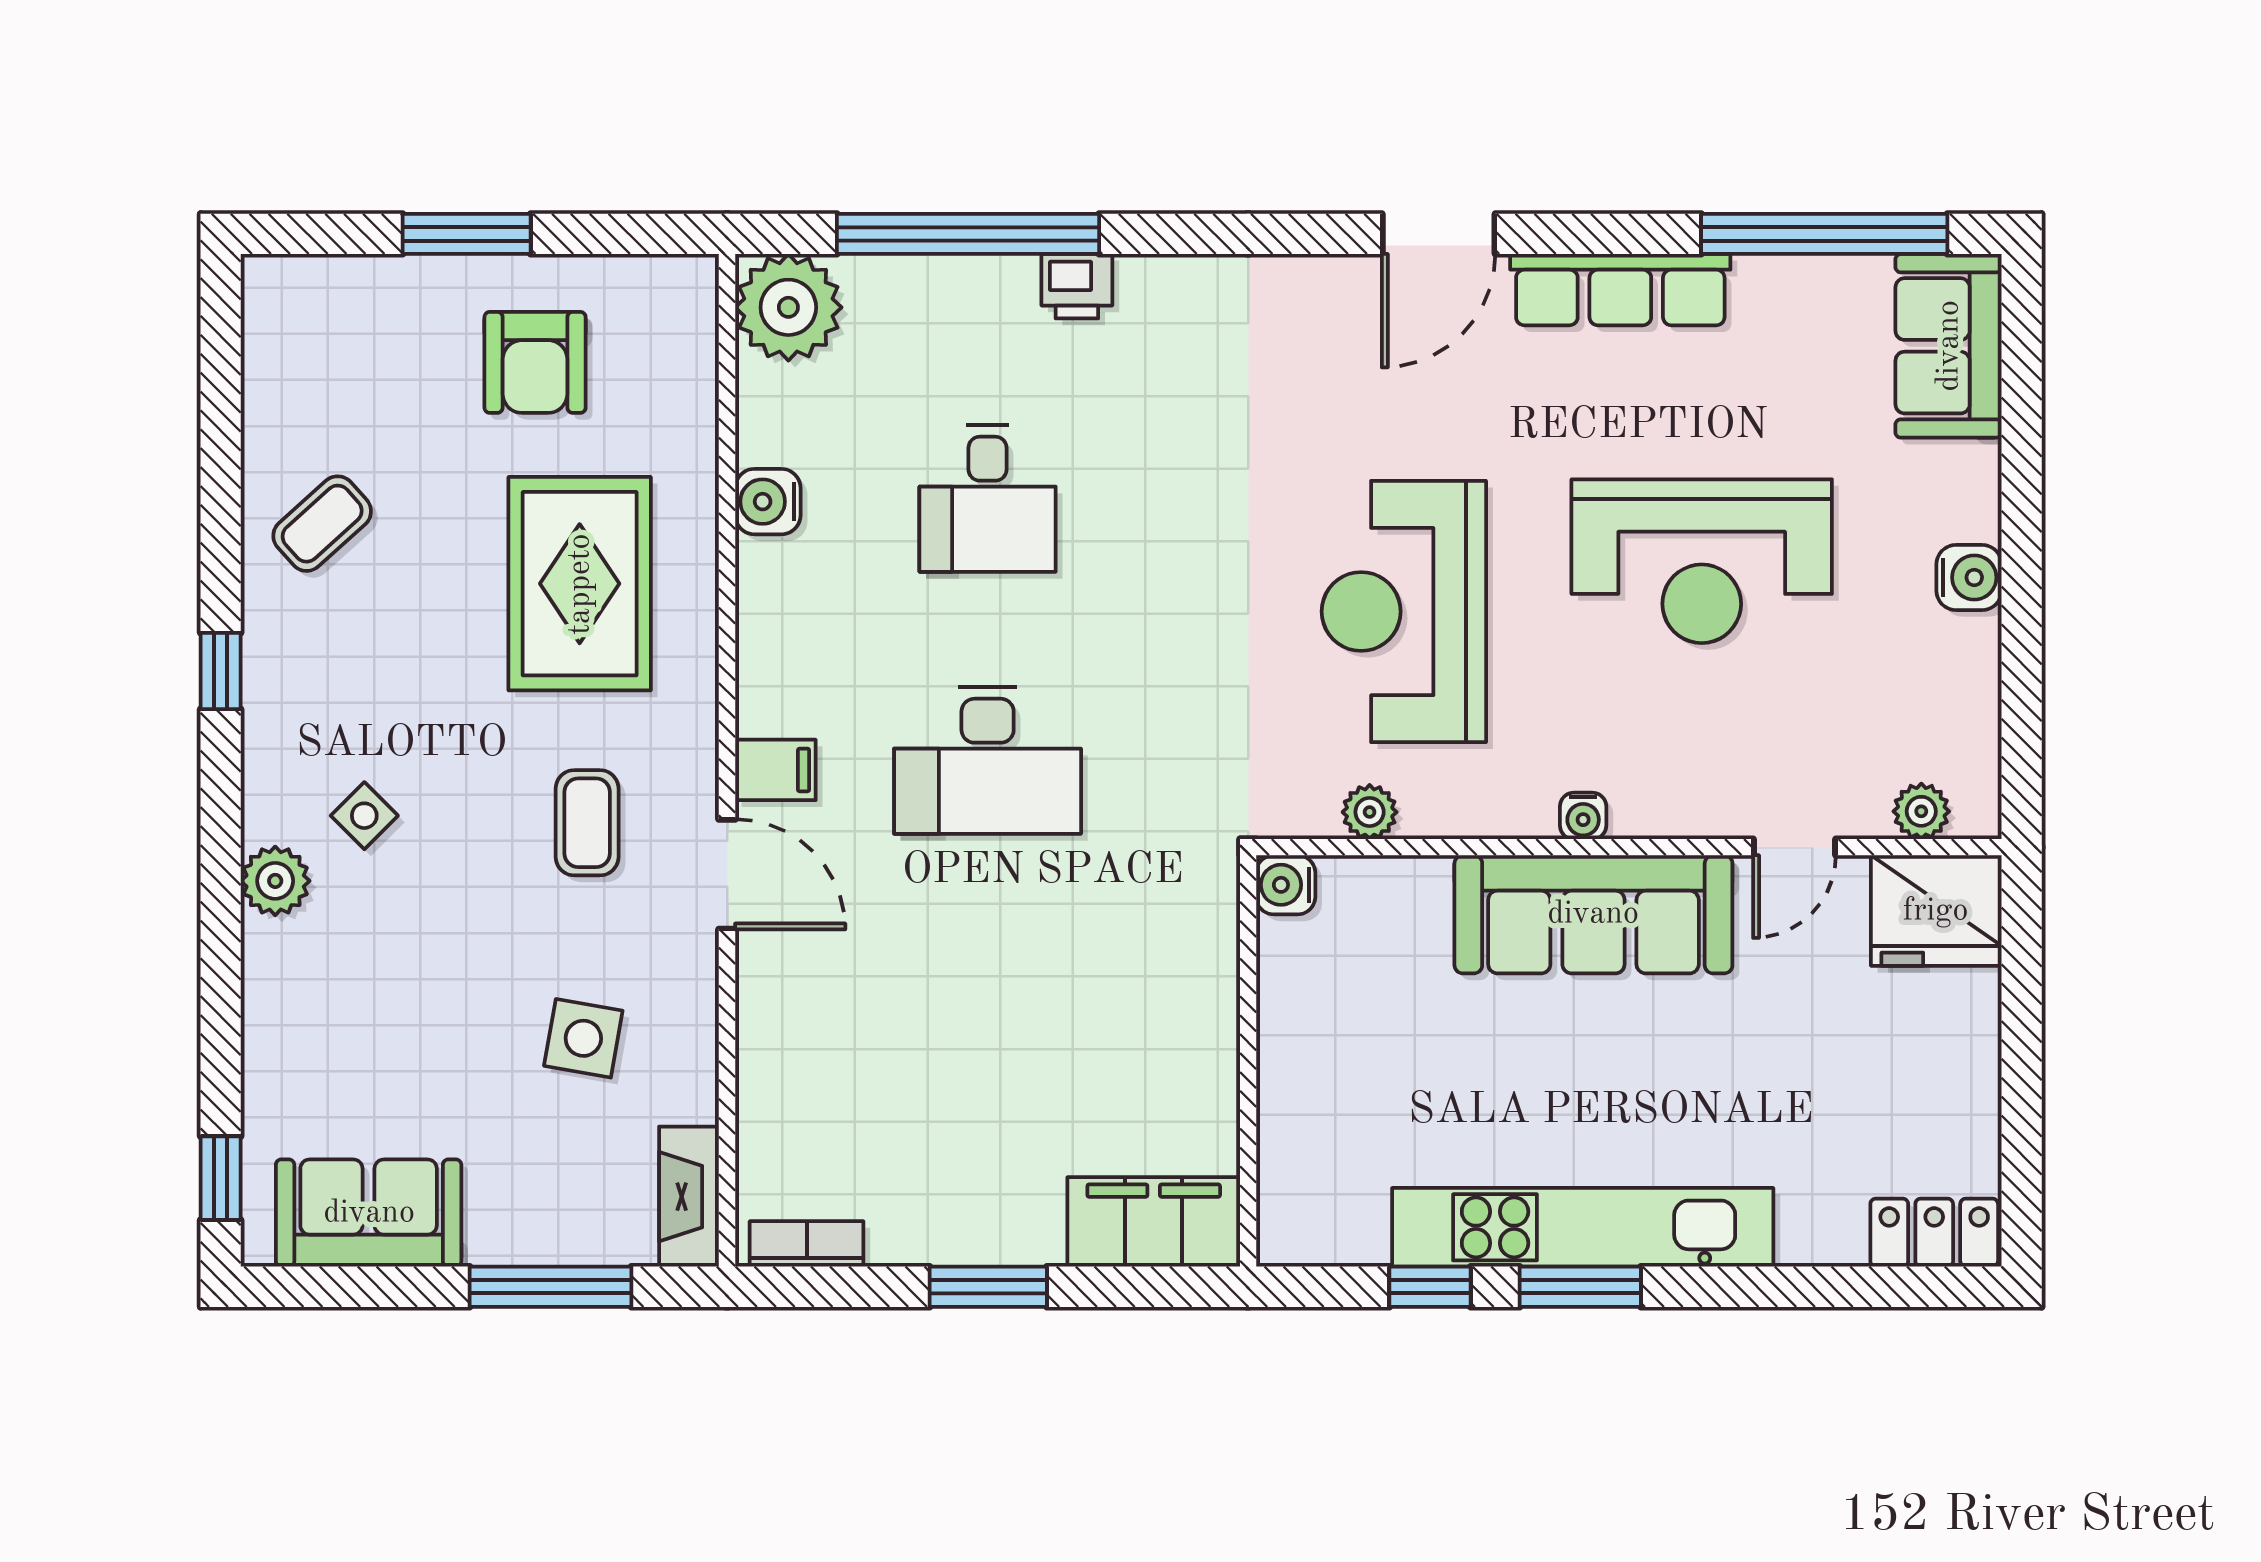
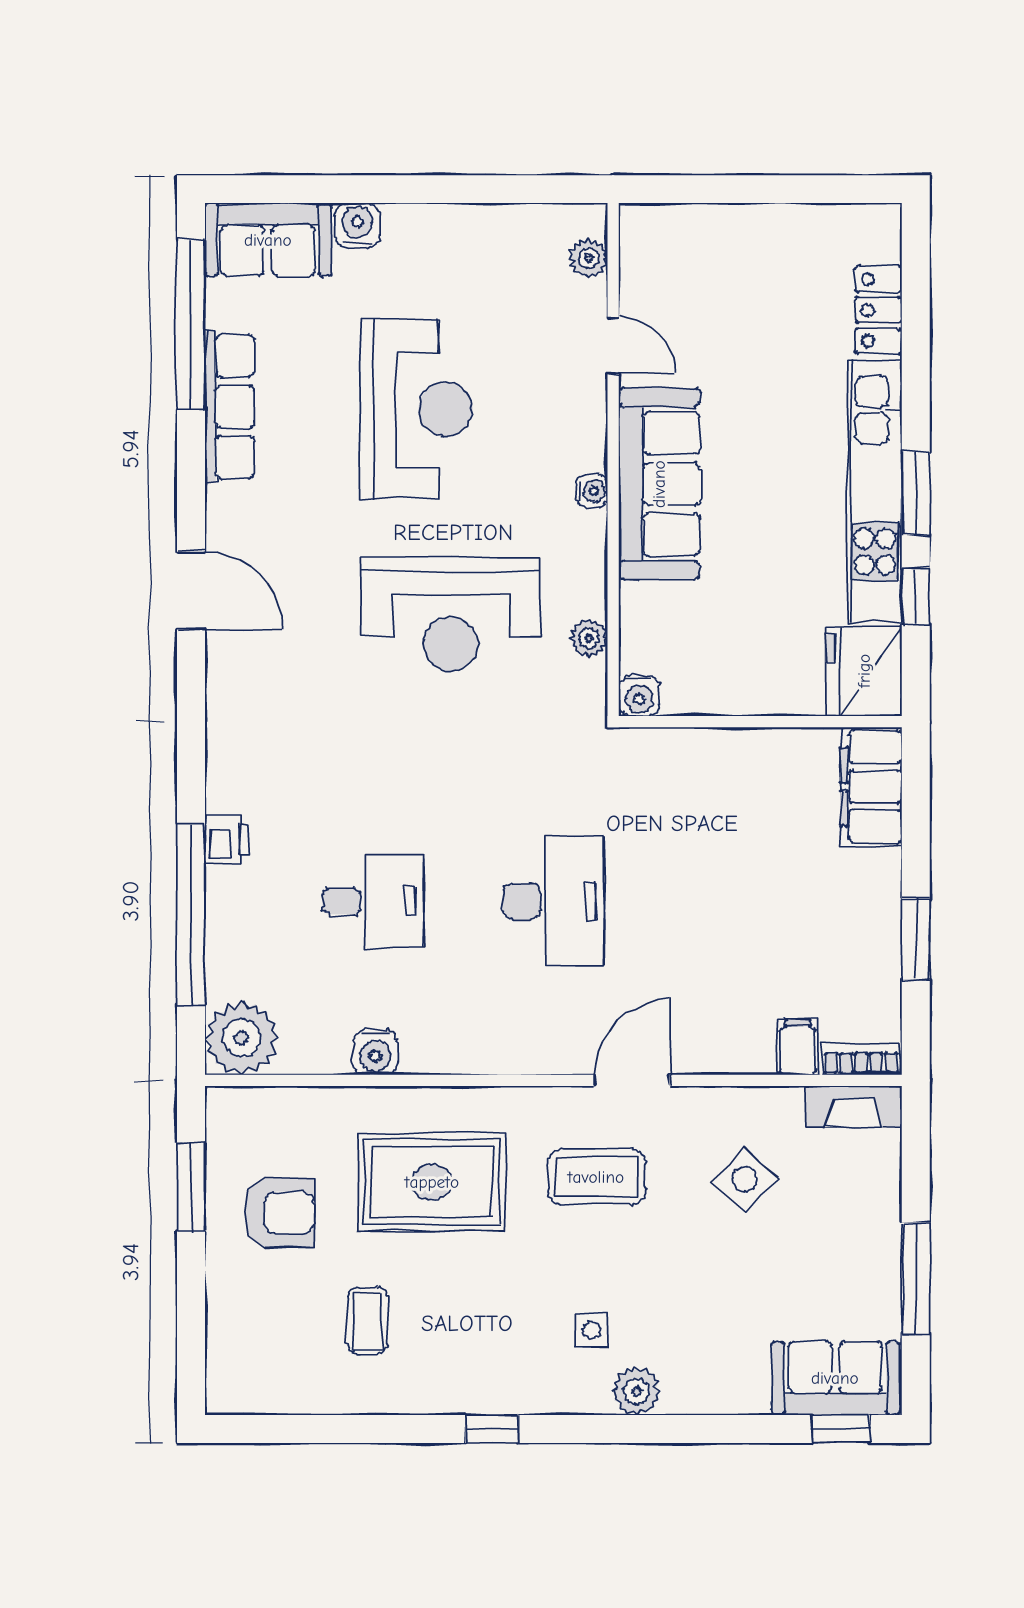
window: (467, 234) -> (191, 1187), moved
row of seats: (1620, 290) -> (229, 406), moved
coffee table: (322, 524) -> (367, 1321), moved, turned 42
water cooler: (1969, 577) -> (357, 225), moved
filing cabinet: (775, 770) -> (798, 1047), moved
side table: (364, 816) -> (591, 1330), turned 45
coffee table: (587, 823) -> (596, 1177), width x1.36, depth x1.30
fridge: (1936, 911) -> (864, 671), moved, turned 180
side table: (583, 1038) -> (745, 1179), turned 33
sofa: (369, 1213) -> (835, 1378), moved, turned 90
locker: (1934, 1233) -> (879, 310), moved
bookcase: (807, 1244) -> (861, 1059), moved, turned 90
window: (551, 1287) -> (916, 1278), moved
window: (988, 1287) -> (916, 939), moved

